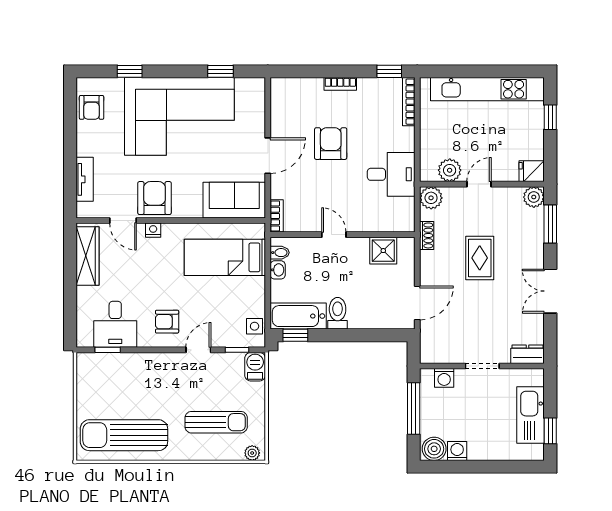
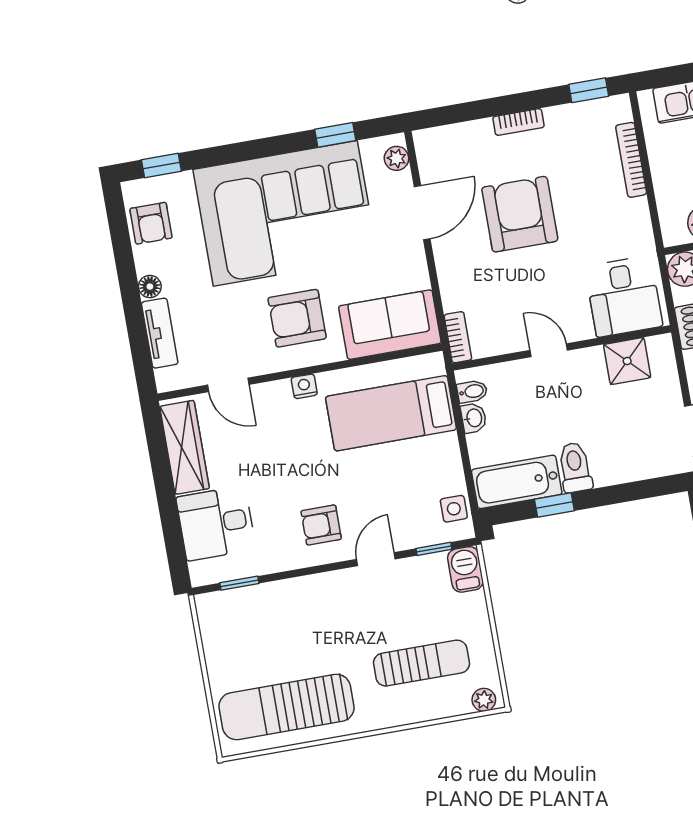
window: (130, 71) -> (161, 166), moved
plant: (257, 93) -> (396, 158), added
bookcase: (409, 102) -> (631, 160), moved
armchair: (331, 144) -> (520, 214), width x1.36, depth x1.36
floor lamp: (84, 148) -> (150, 287), added
door: (268, 156) -> (422, 213), moved
desk: (391, 174) -> (624, 296), moved, turned 90
armchair: (155, 198) -> (297, 318), moved, turned -90
nightstand: (153, 230) -> (304, 386), moved
desk: (115, 324) -> (216, 523), moved, turned 90
window: (295, 335) -> (554, 505), moved

